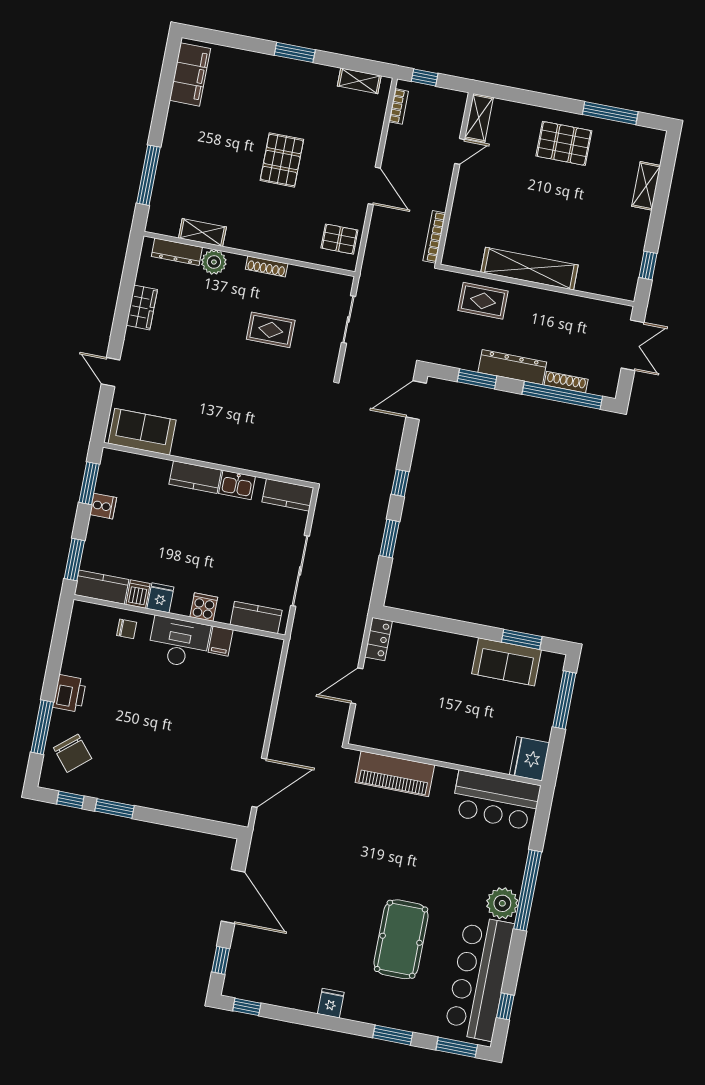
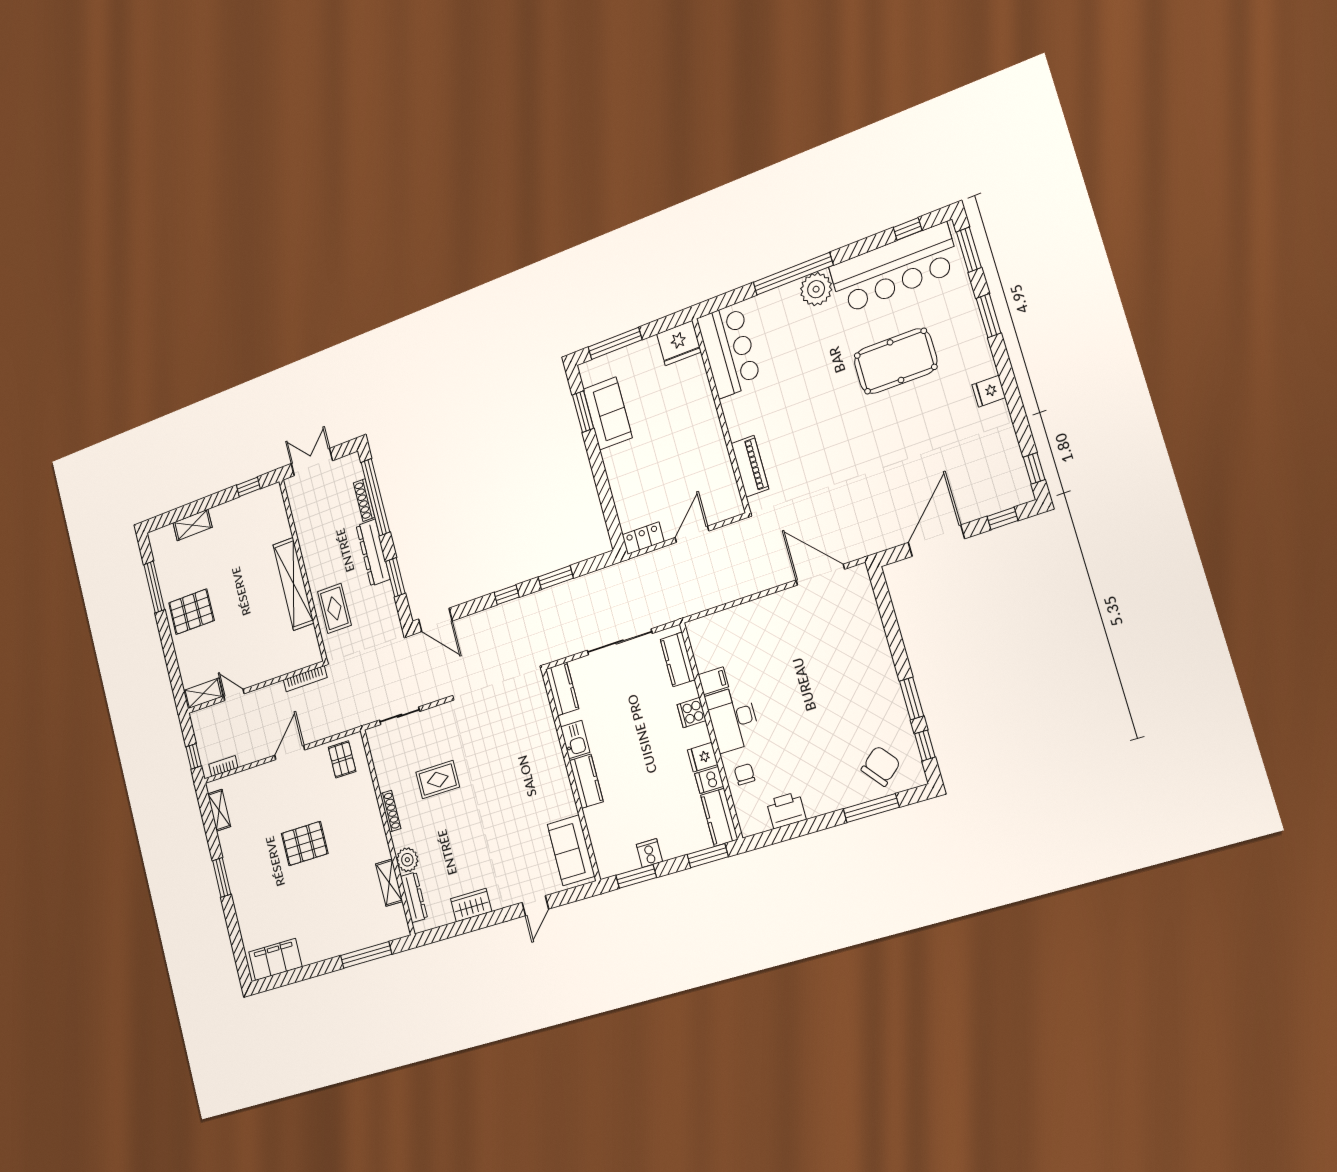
pallet: (564, 143) -> (191, 612), turned 90
rug: (271, 330) -> (438, 780), turned 90
door: (357, 686) -> (692, 534), swing flipped
printer: (69, 693) -> (786, 810), moved
piano: (395, 774) -> (750, 466), width x0.73, depth x0.75

